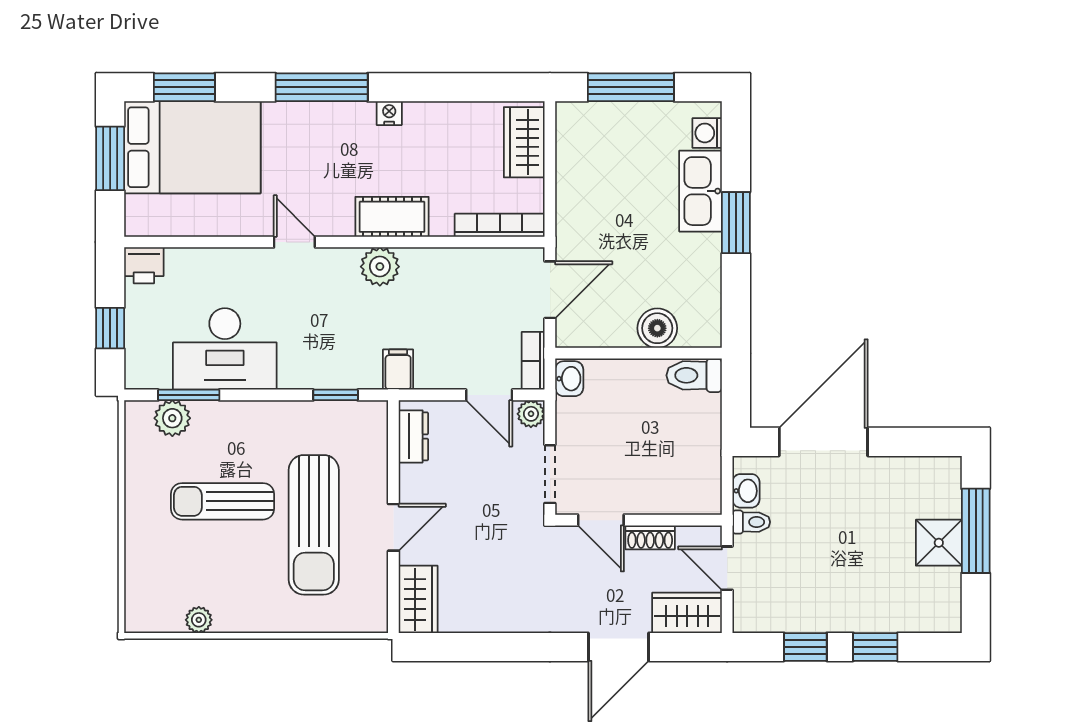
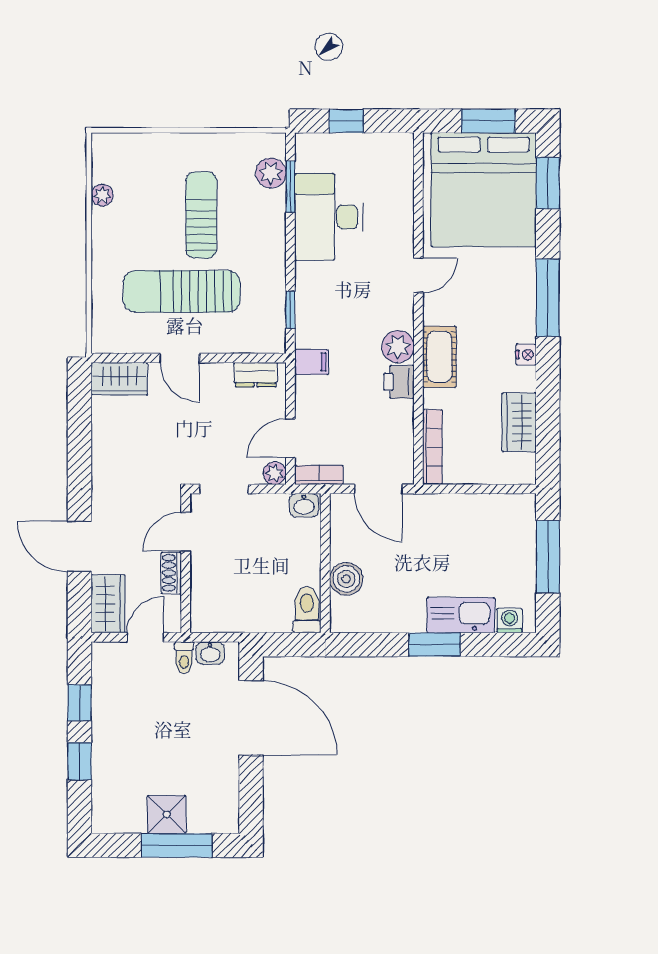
wardrobe: (524, 142) -> (519, 422), moved, turned -90
bed: (192, 147) -> (484, 190), width x1.36
printer: (144, 265) -> (399, 382), moved

